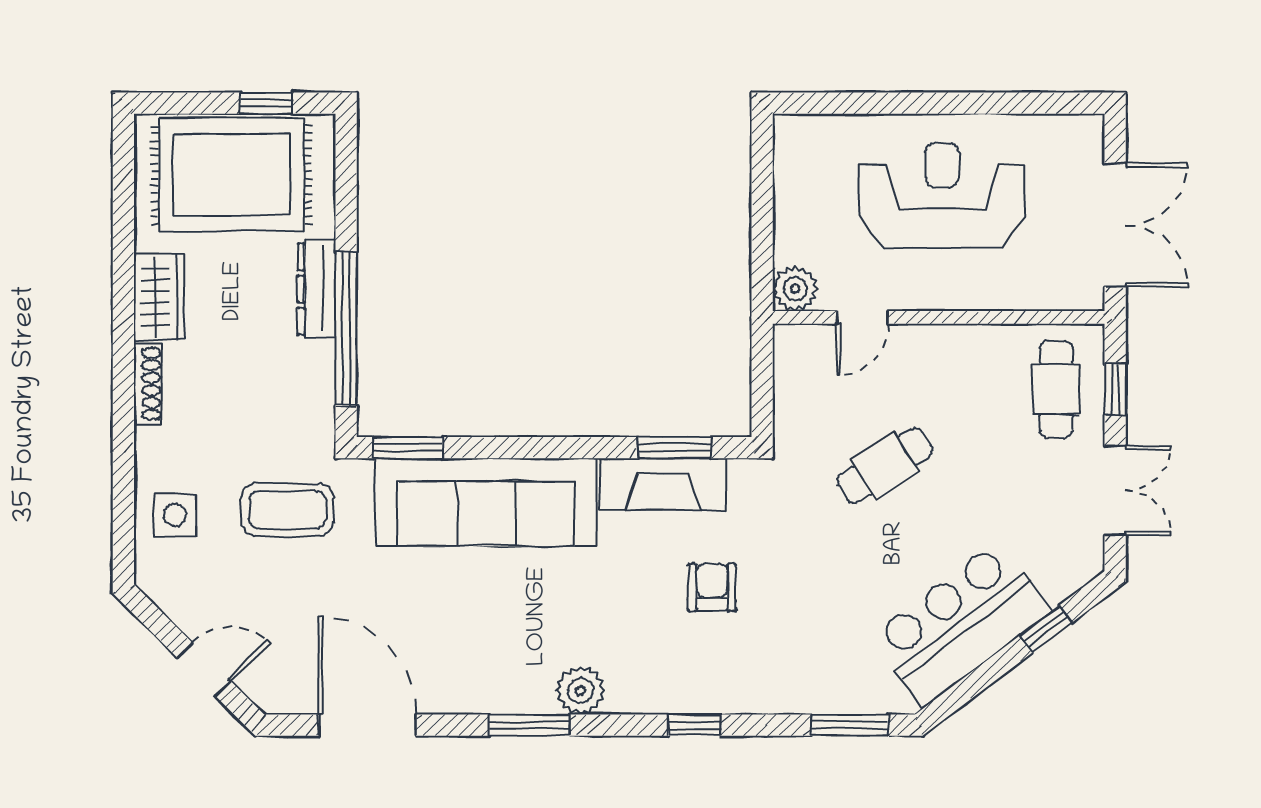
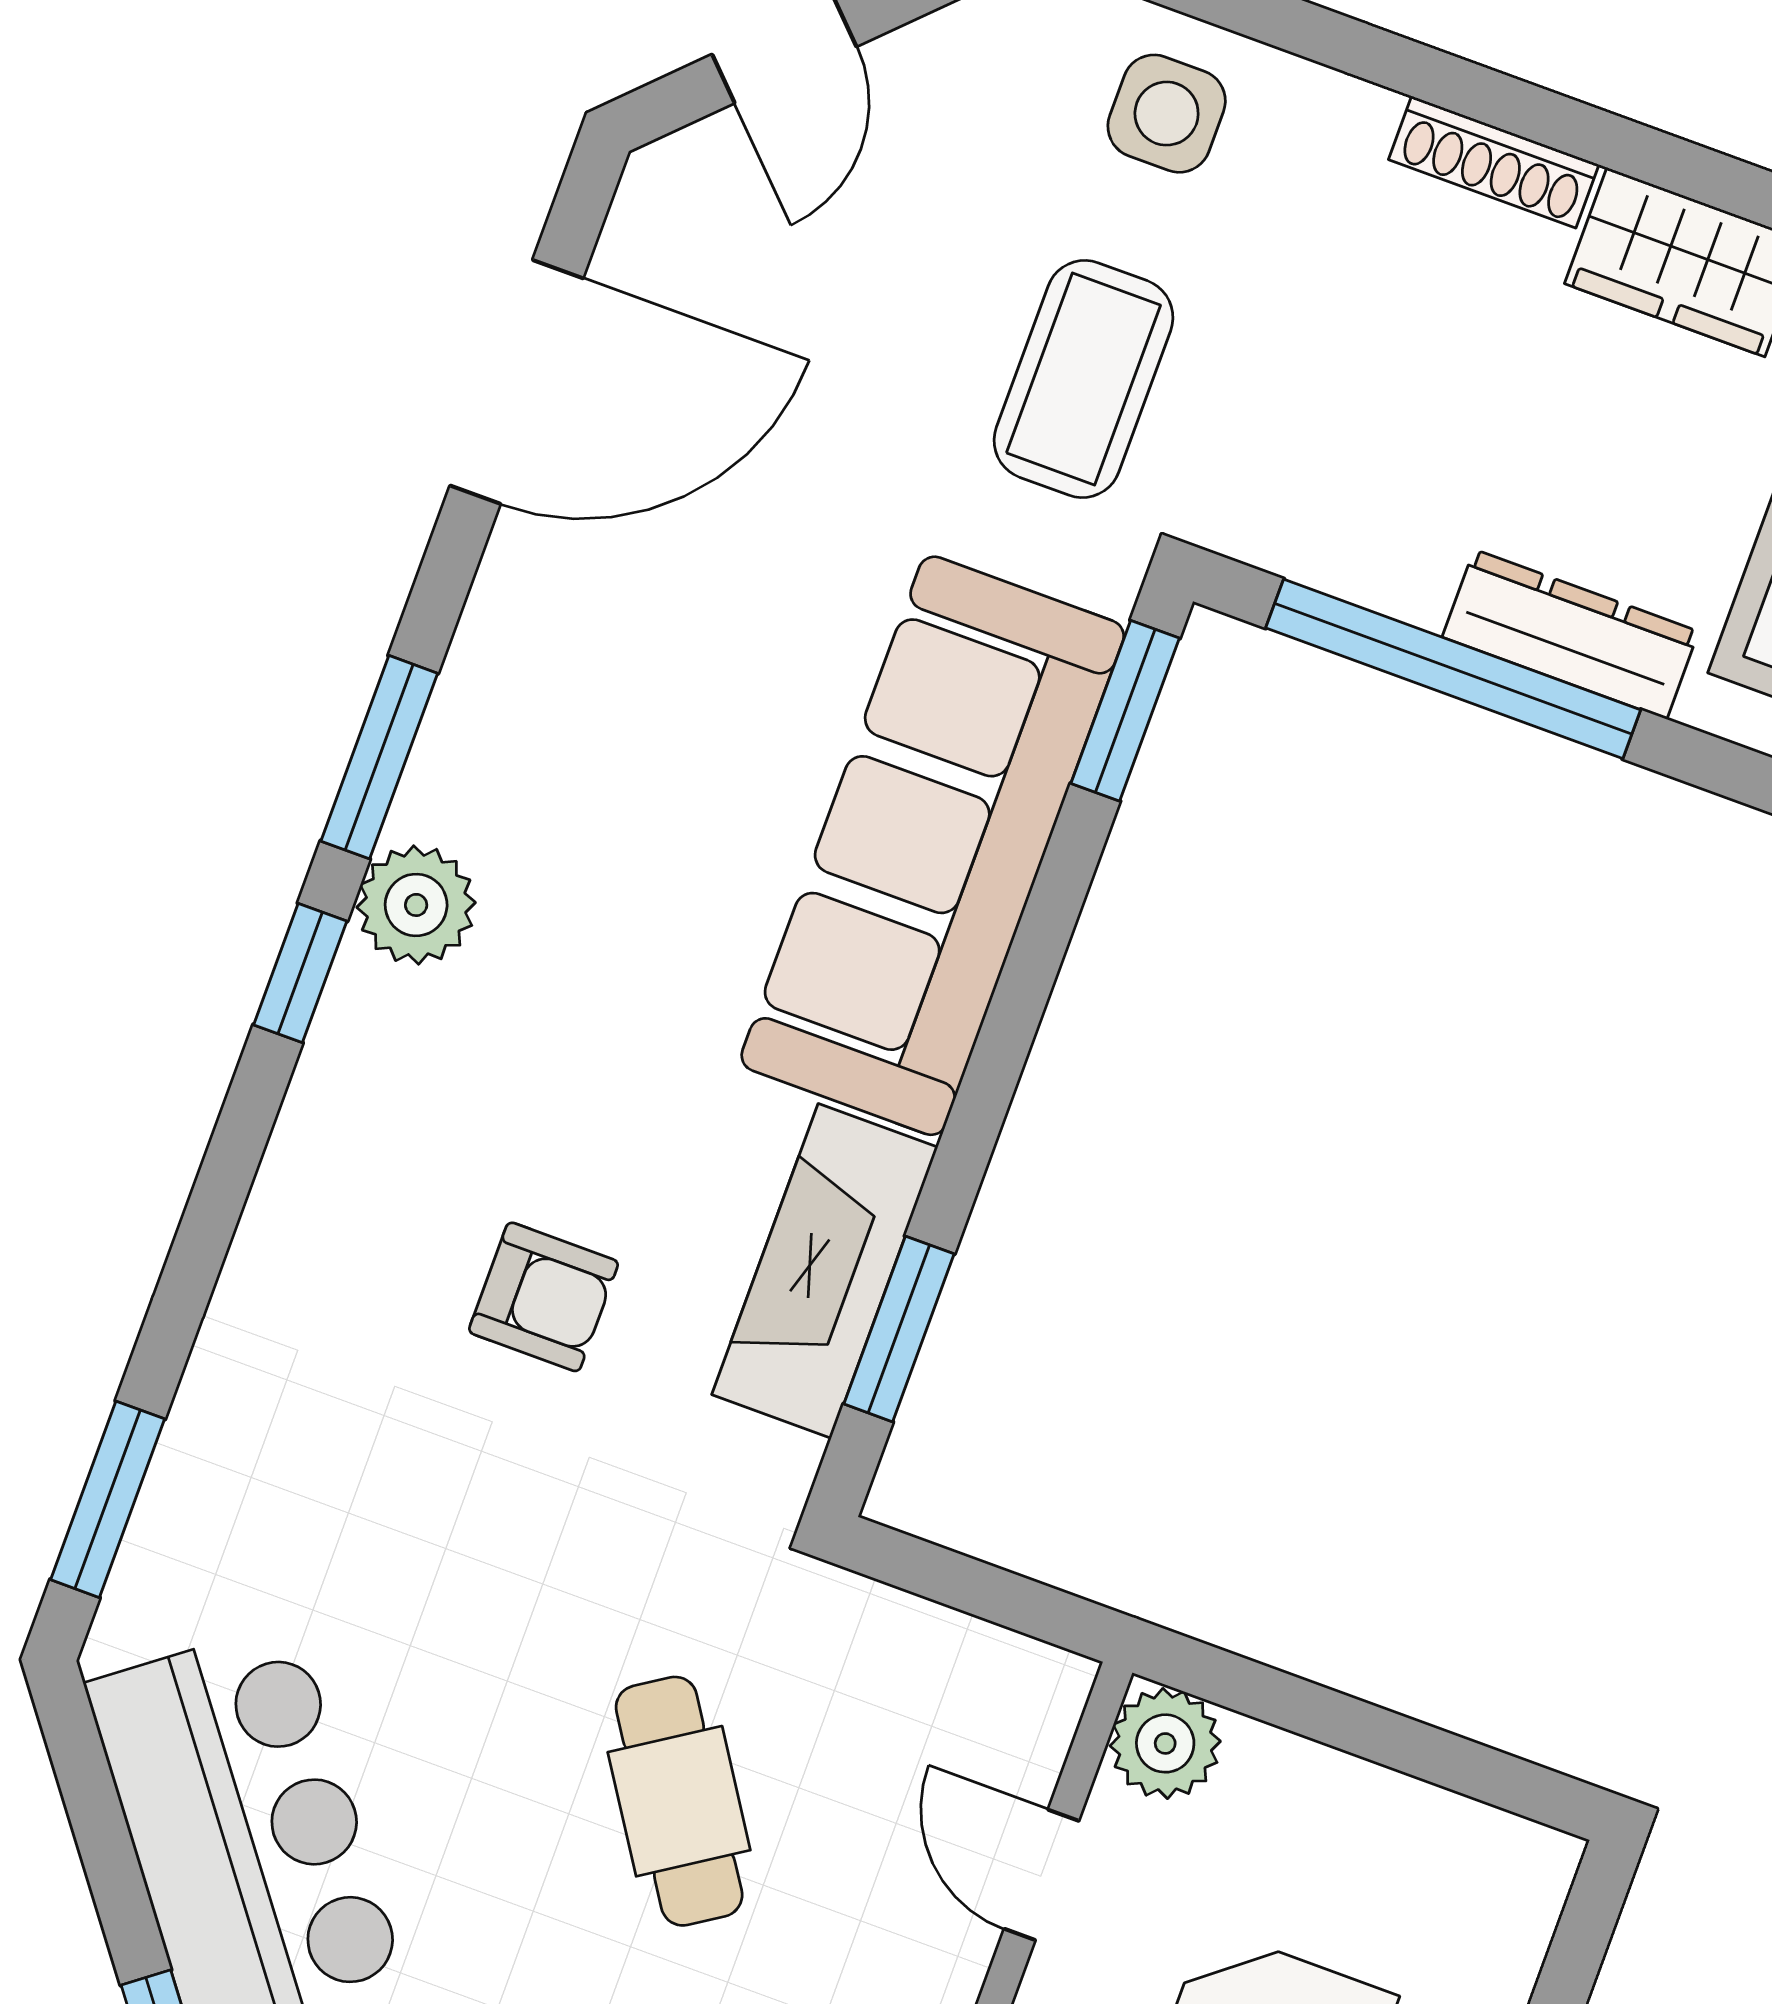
window: (694, 725) -> (300, 973), moved

